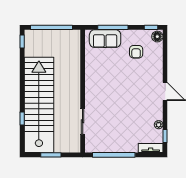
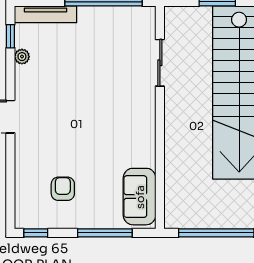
floor lamp: (157, 37) -> (24, 216), removed
sofa: (105, 39) -> (140, 197), moved, turned -90
tv unit: (151, 148) -> (46, 14), width x1.41

